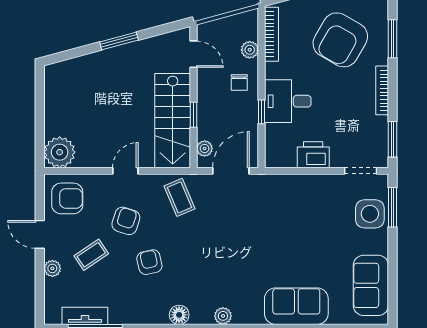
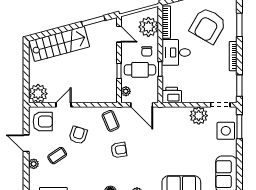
window: (119, 41) -> (93, 21), moved
plant: (250, 50) -> (148, 27), width x1.87, depth x1.87
desk: (288, 101) -> (176, 52), moved
cafe table: (228, 113) -> (140, 70), added
stairs: (173, 121) -> (59, 44), moved, turned -105
printer: (313, 155) -> (172, 95), moved
door: (125, 171) -> (63, 105), moved
door: (231, 171) -> (142, 105), swing flipped
plant: (325, 189) -> (199, 116), added
armchair: (149, 262) -> (119, 150), moved, turned 94

